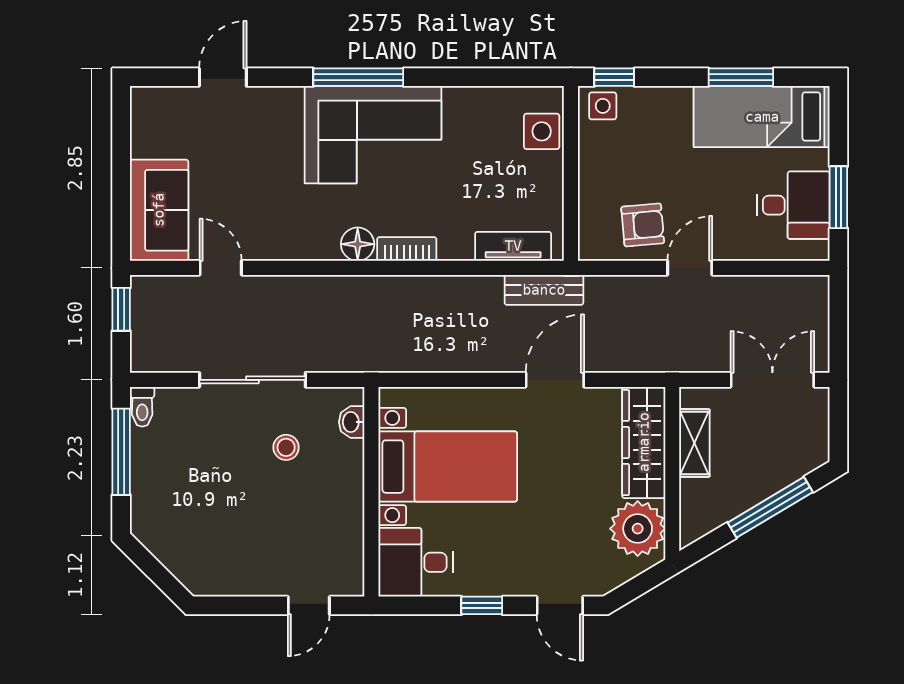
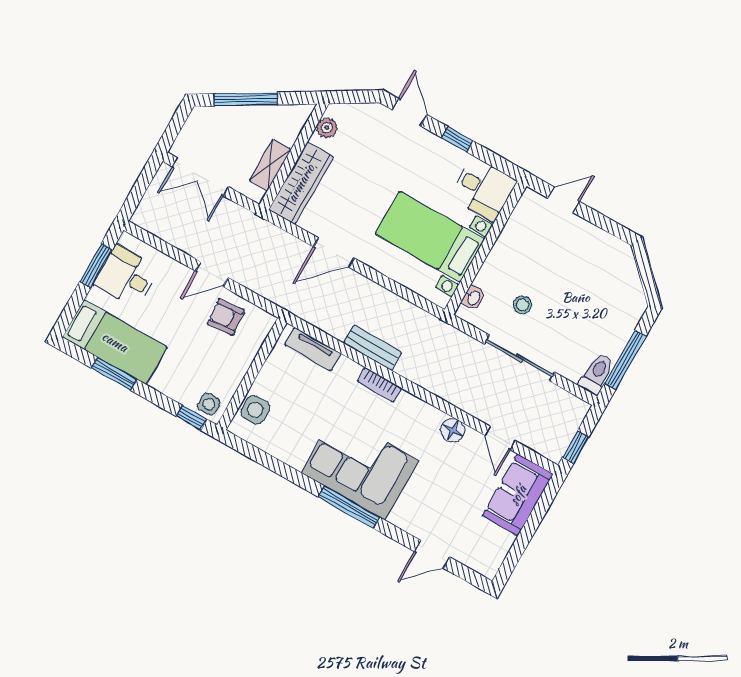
floor lamp: (358, 244) -> (453, 430), moved
bench: (544, 290) -> (373, 348), moved
toilet: (142, 407) -> (597, 374), width x1.37, depth x1.39
plant: (638, 529) -> (327, 128), width x0.53, depth x0.53

